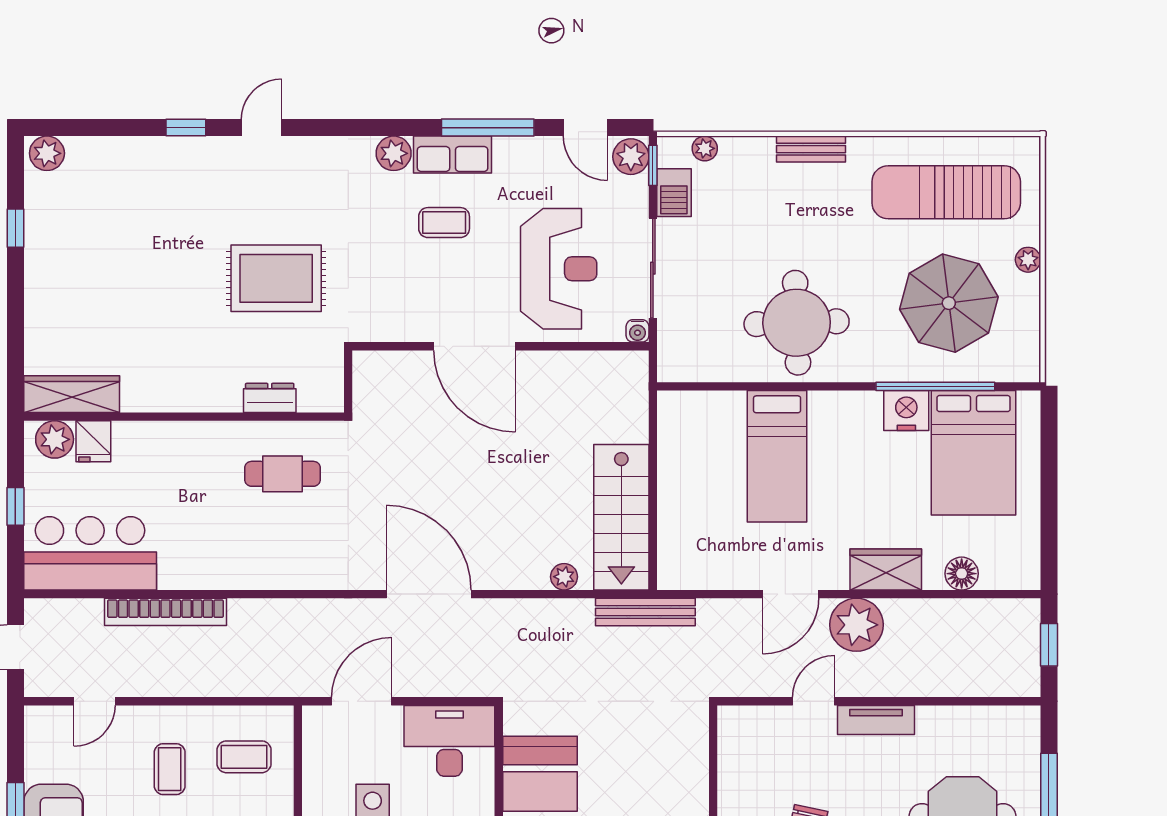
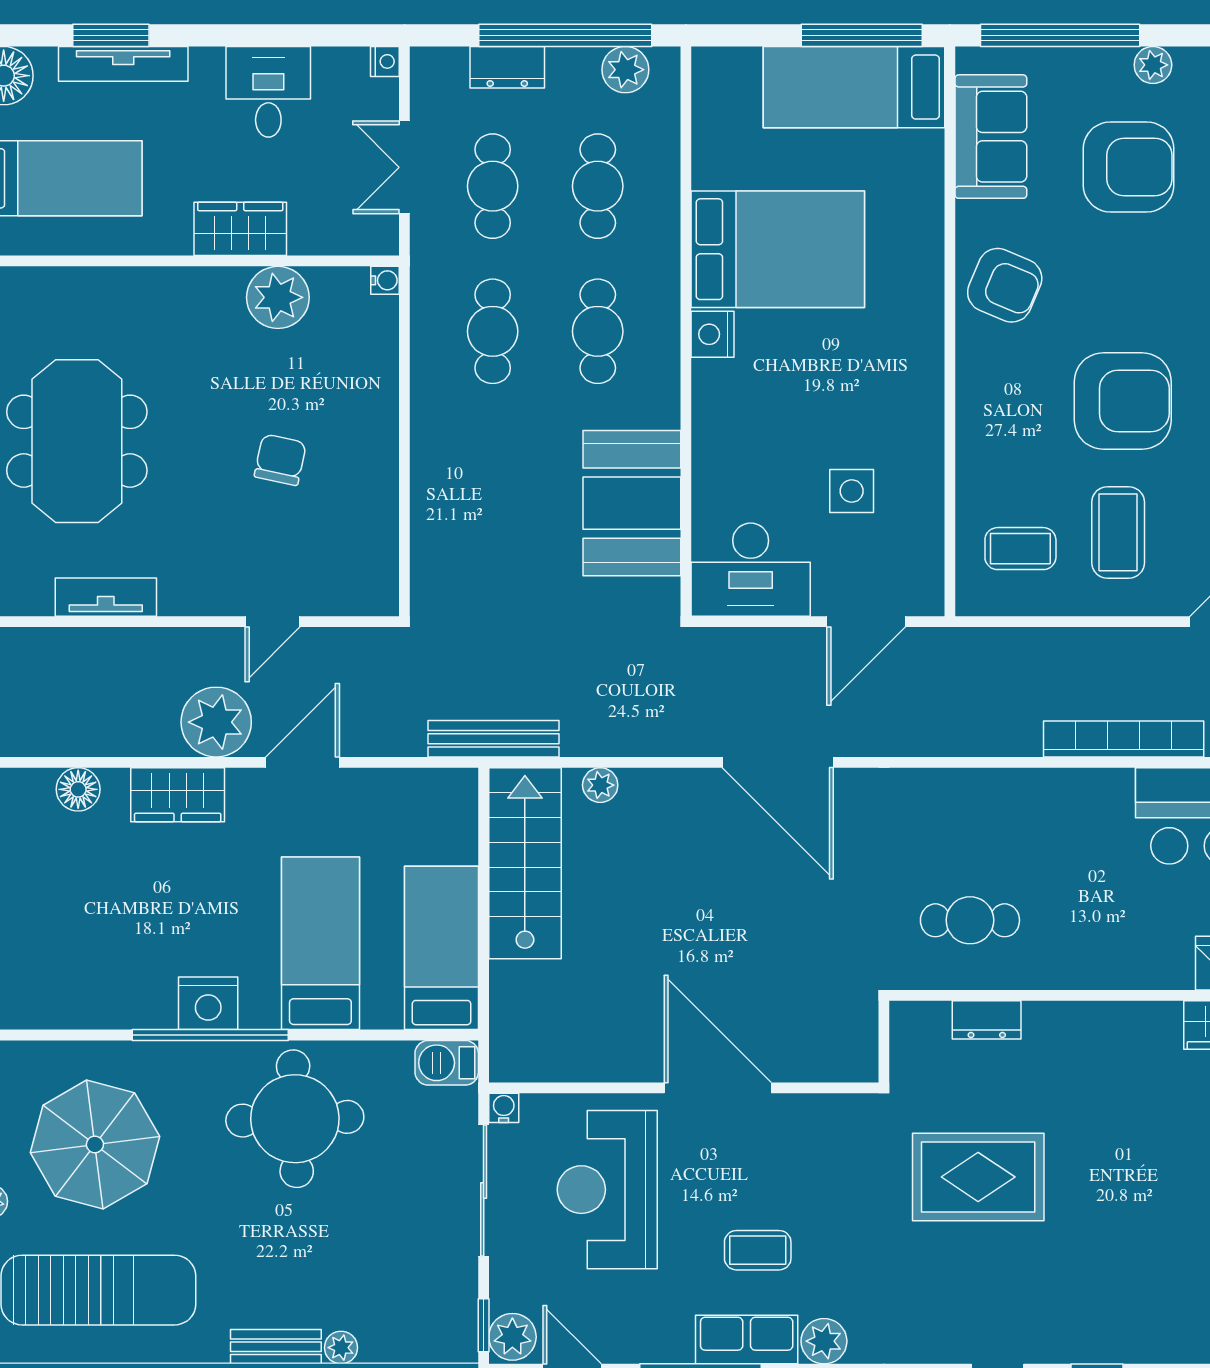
plant: (705, 148) -> (341, 1348), moved
barbecue: (674, 193) -> (447, 1063), moved, turned -90
window: (935, 386) -> (210, 1035), moved
nightstand: (906, 411) -> (208, 1003), moved
bed: (973, 453) -> (442, 948), moved, width x0.67
tv unit: (876, 720) -> (106, 597), moved
coffee table: (170, 769) -> (1118, 532), width x1.36, depth x1.30

